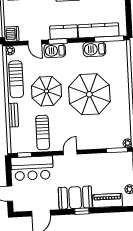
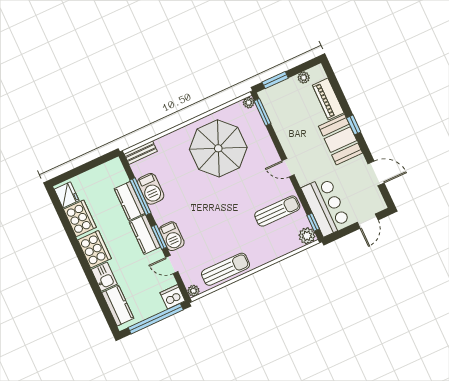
kitchen counter: (98, 30) -> (130, 201), width x0.67
window: (109, 39) -> (140, 197), moved
door: (35, 43) -> (172, 265), swing flipped
parasol: (46, 91) -> (225, 226), removed
parasol: (89, 94) -> (218, 148), moved
bench: (13, 115) -> (141, 153), moved
plant: (17, 146) -> (307, 236), added

